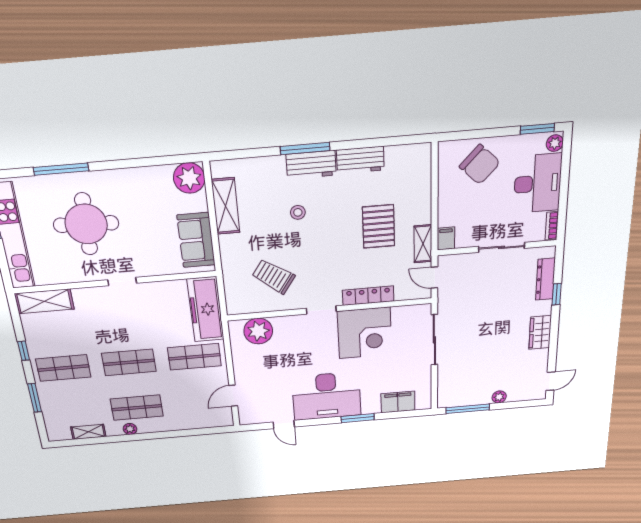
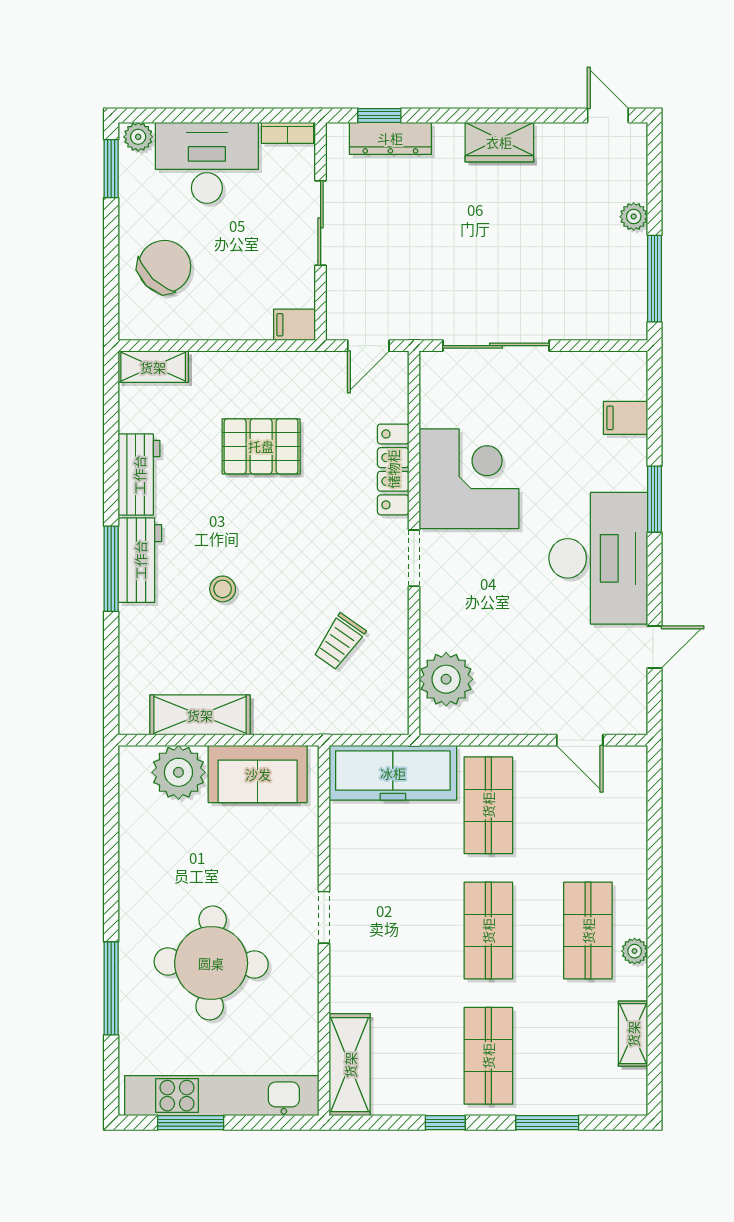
plant: (189, 178) -> (178, 772), moved
shelving: (423, 244) -> (153, 367), moved
trolley: (273, 276) -> (339, 642), width x0.73, depth x0.72
window: (557, 294) -> (379, 115), moved
filing cabinet: (398, 402) -> (625, 418), width x0.50

